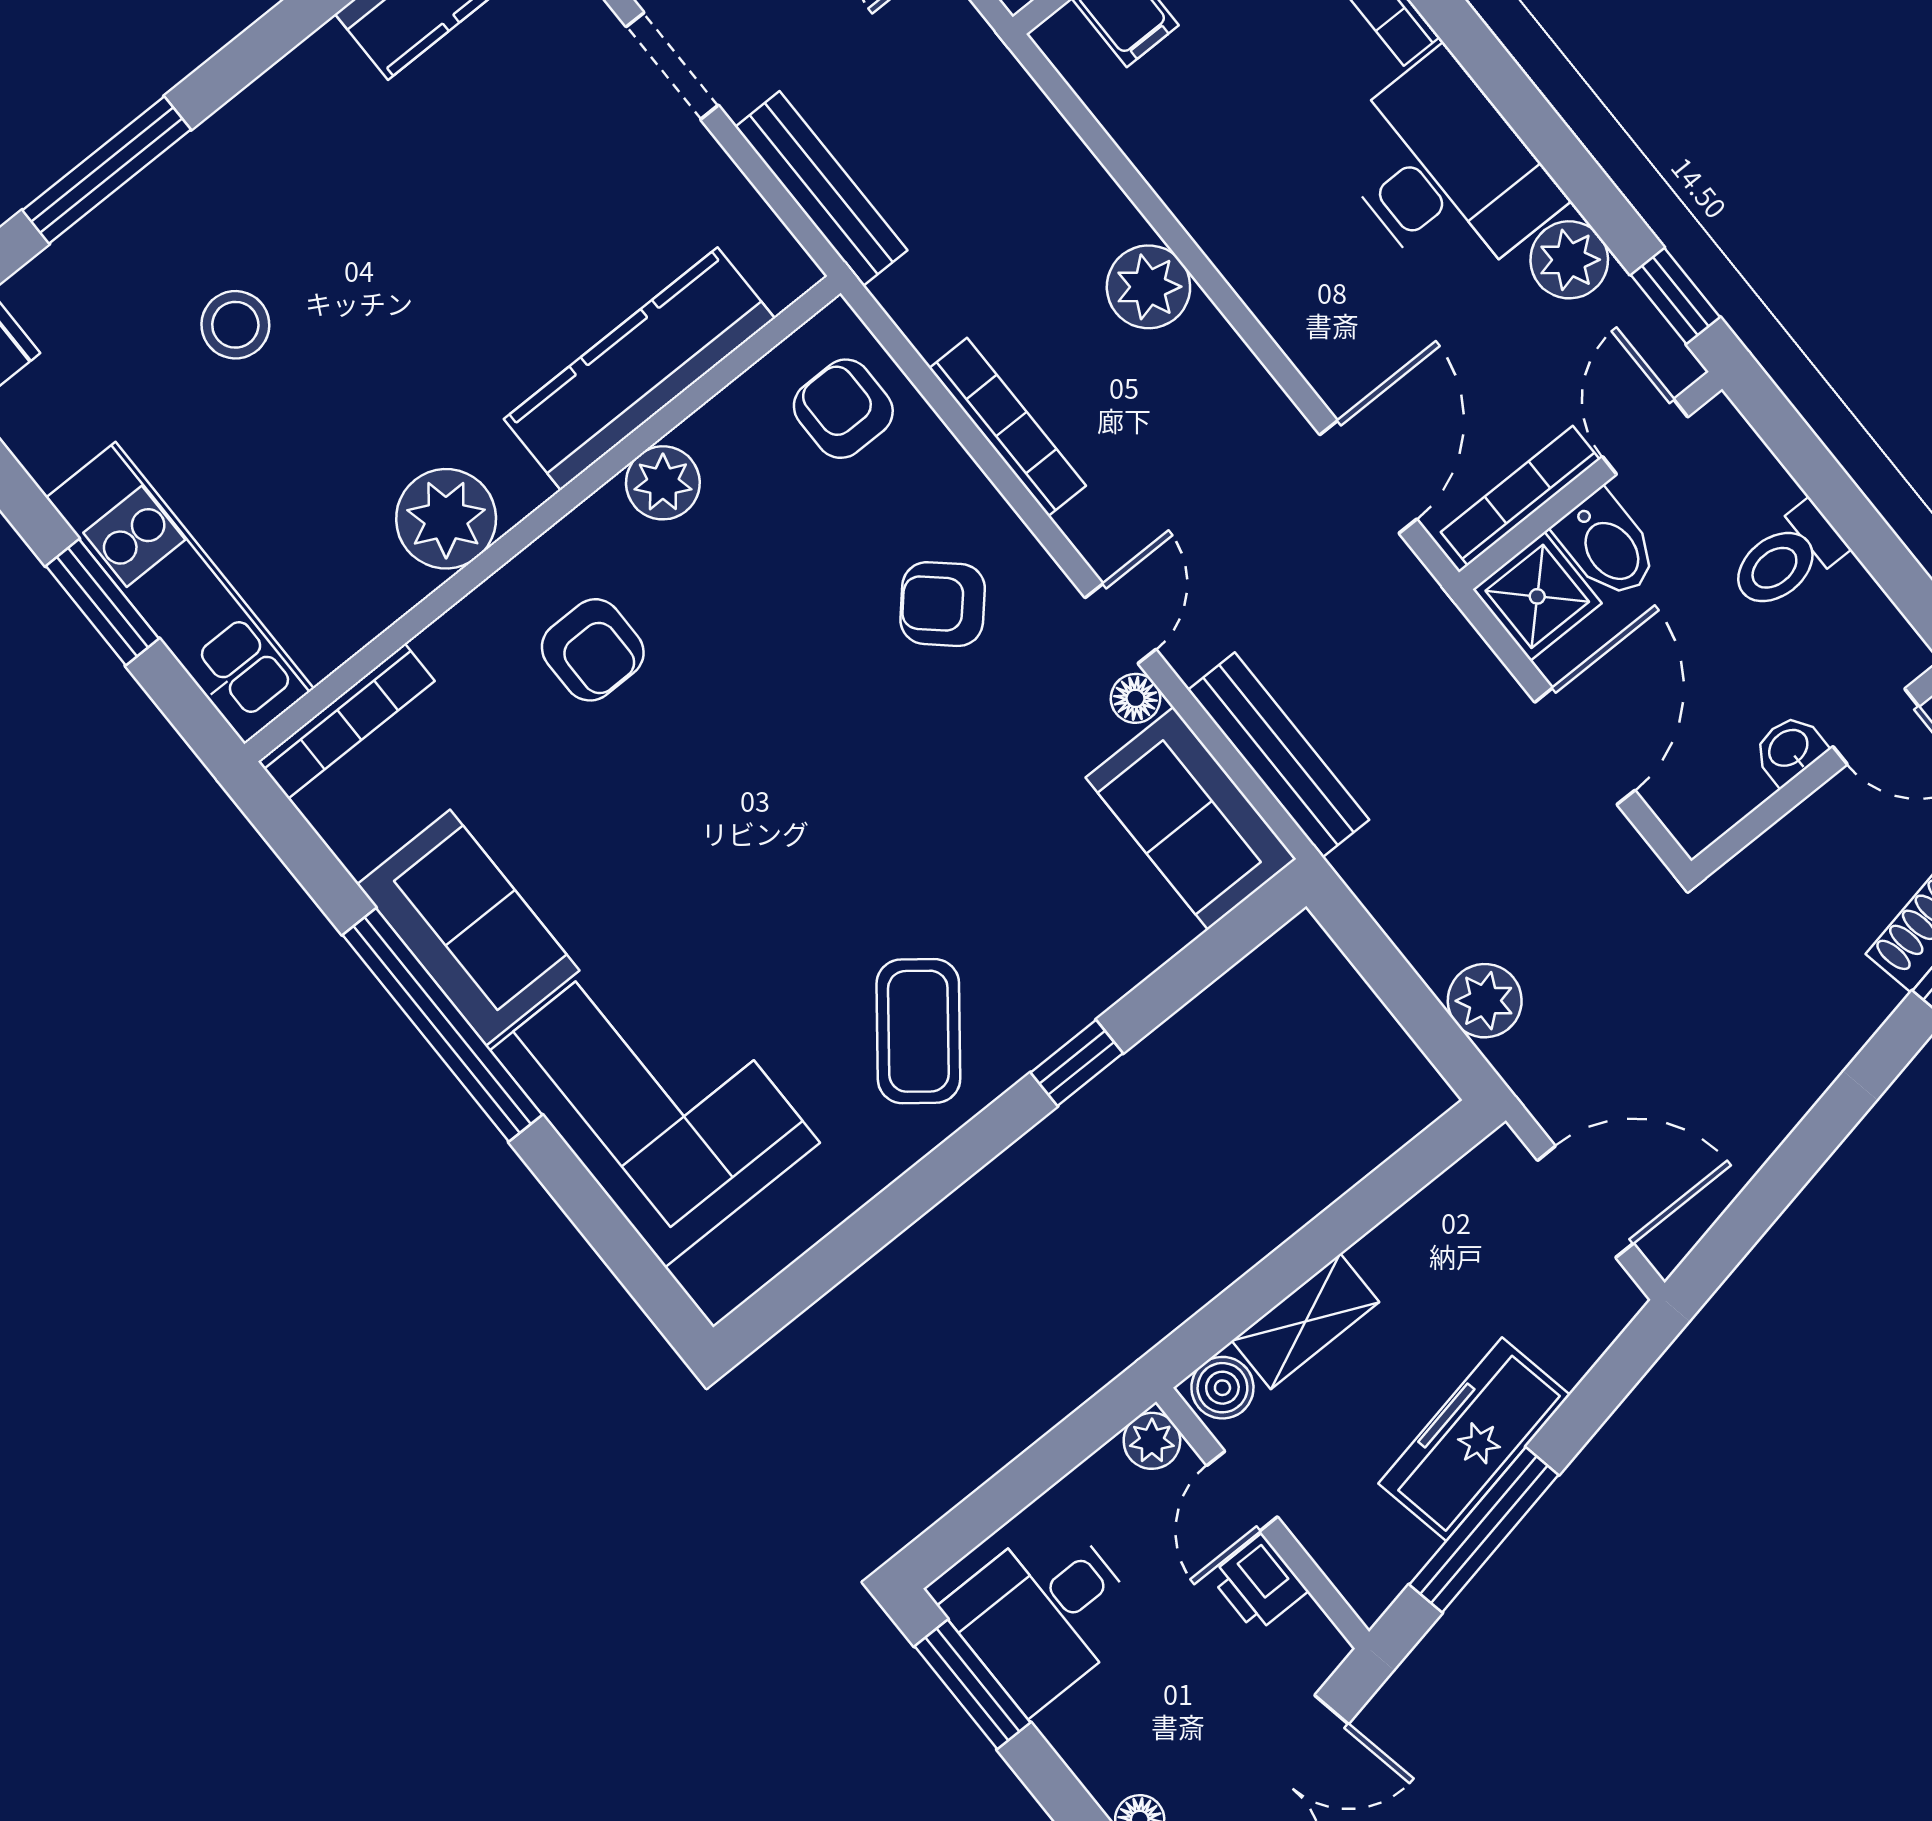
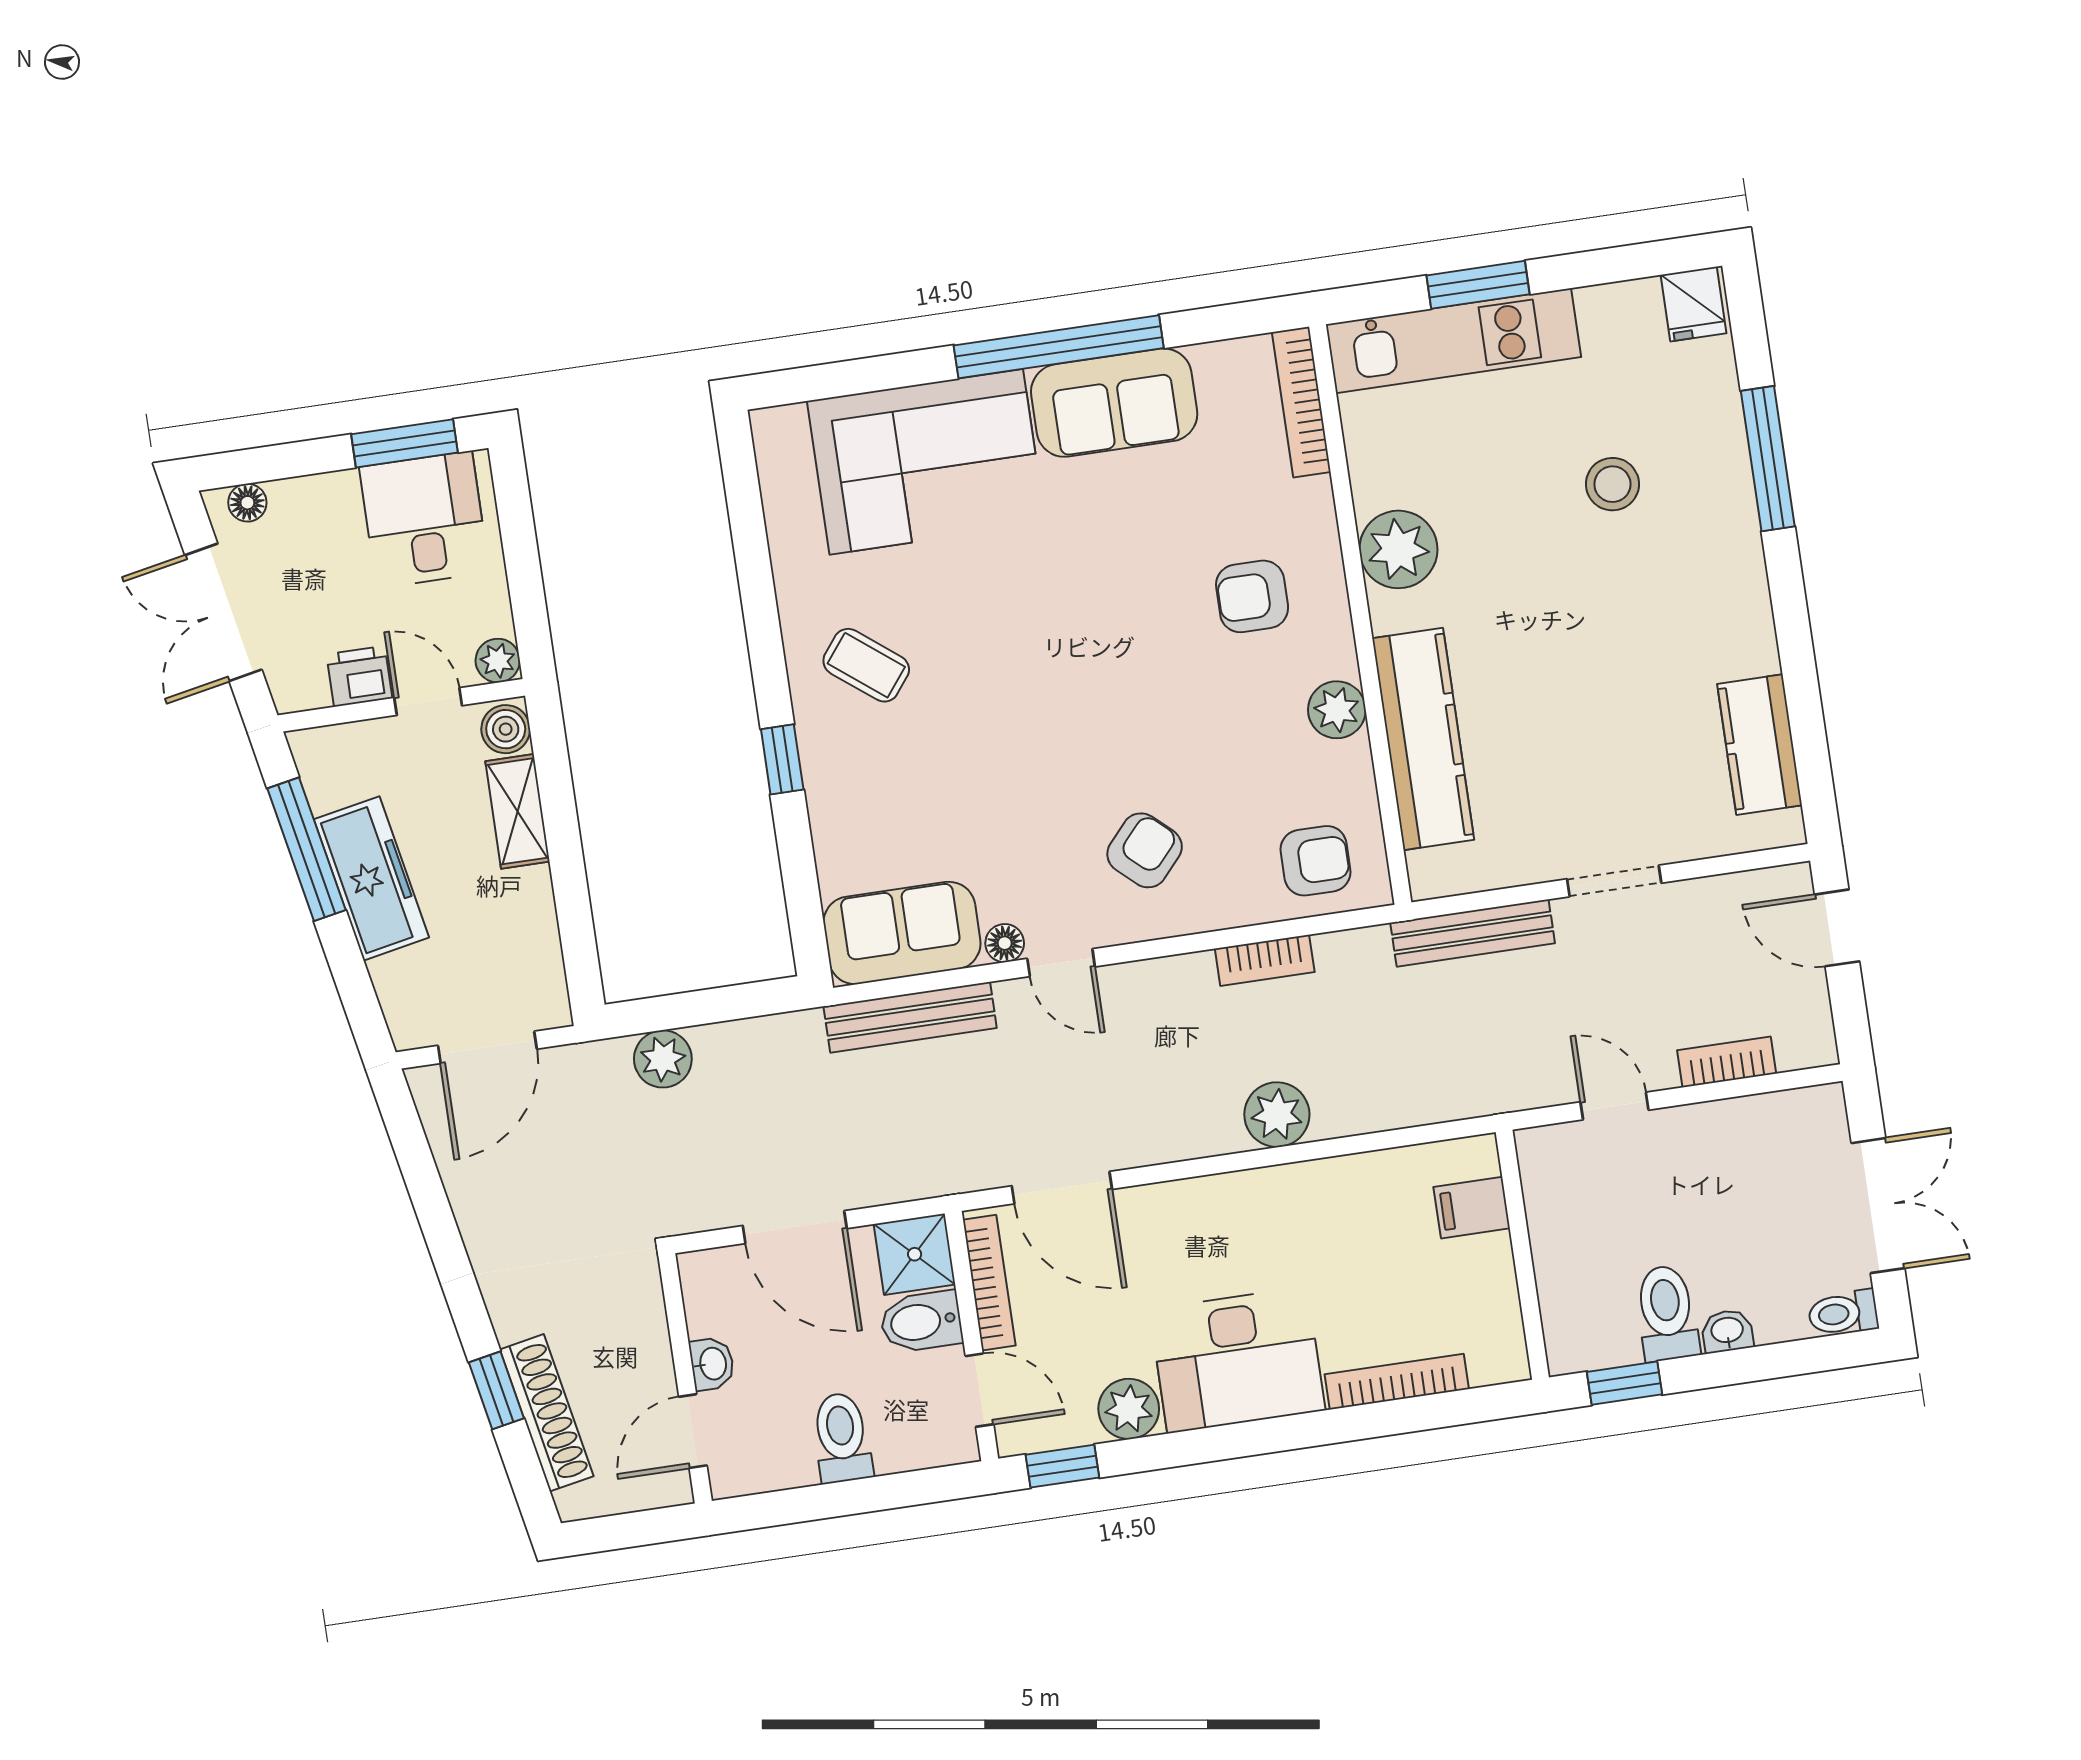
bookcase: (1008, 427) -> (1265, 960), width x0.64
coffee table: (918, 1031) -> (866, 665), width x0.73, depth x0.77

